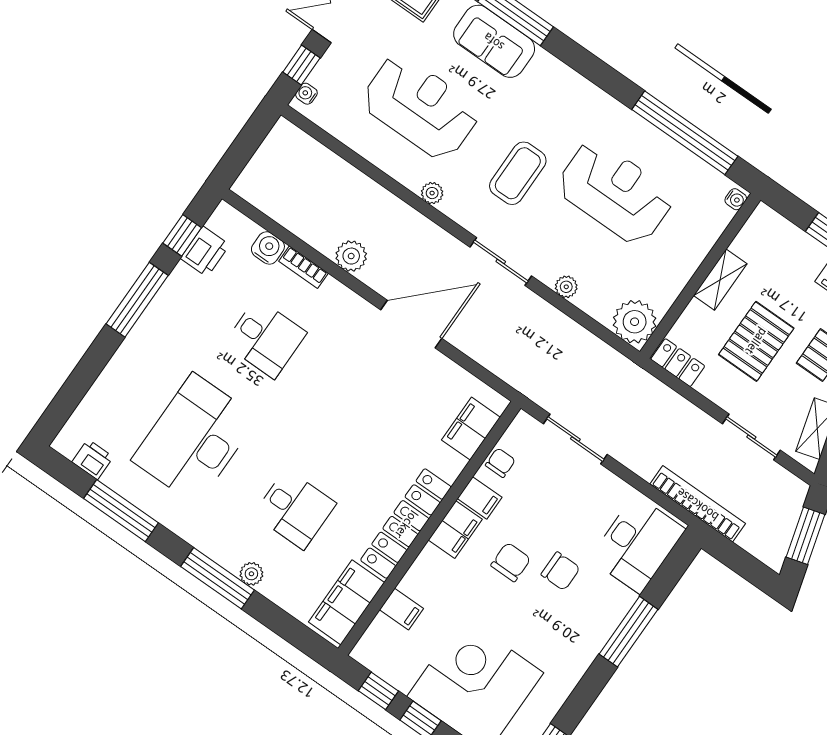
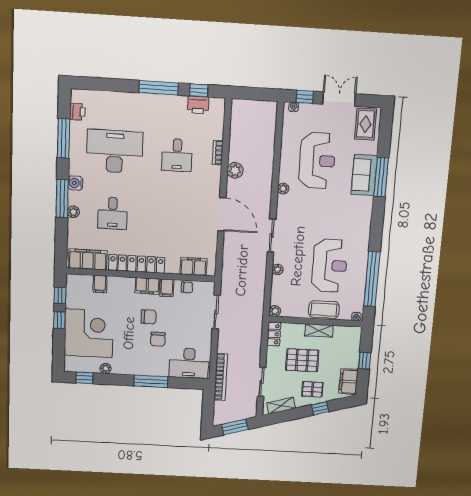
coffee table: (518, 173) -> (324, 310), moved
water cooler: (268, 248) -> (75, 183), moved, turned 180
plant: (635, 322) -> (275, 311), width x0.53, depth x0.53
plant: (556, 696) -> (106, 368), added

